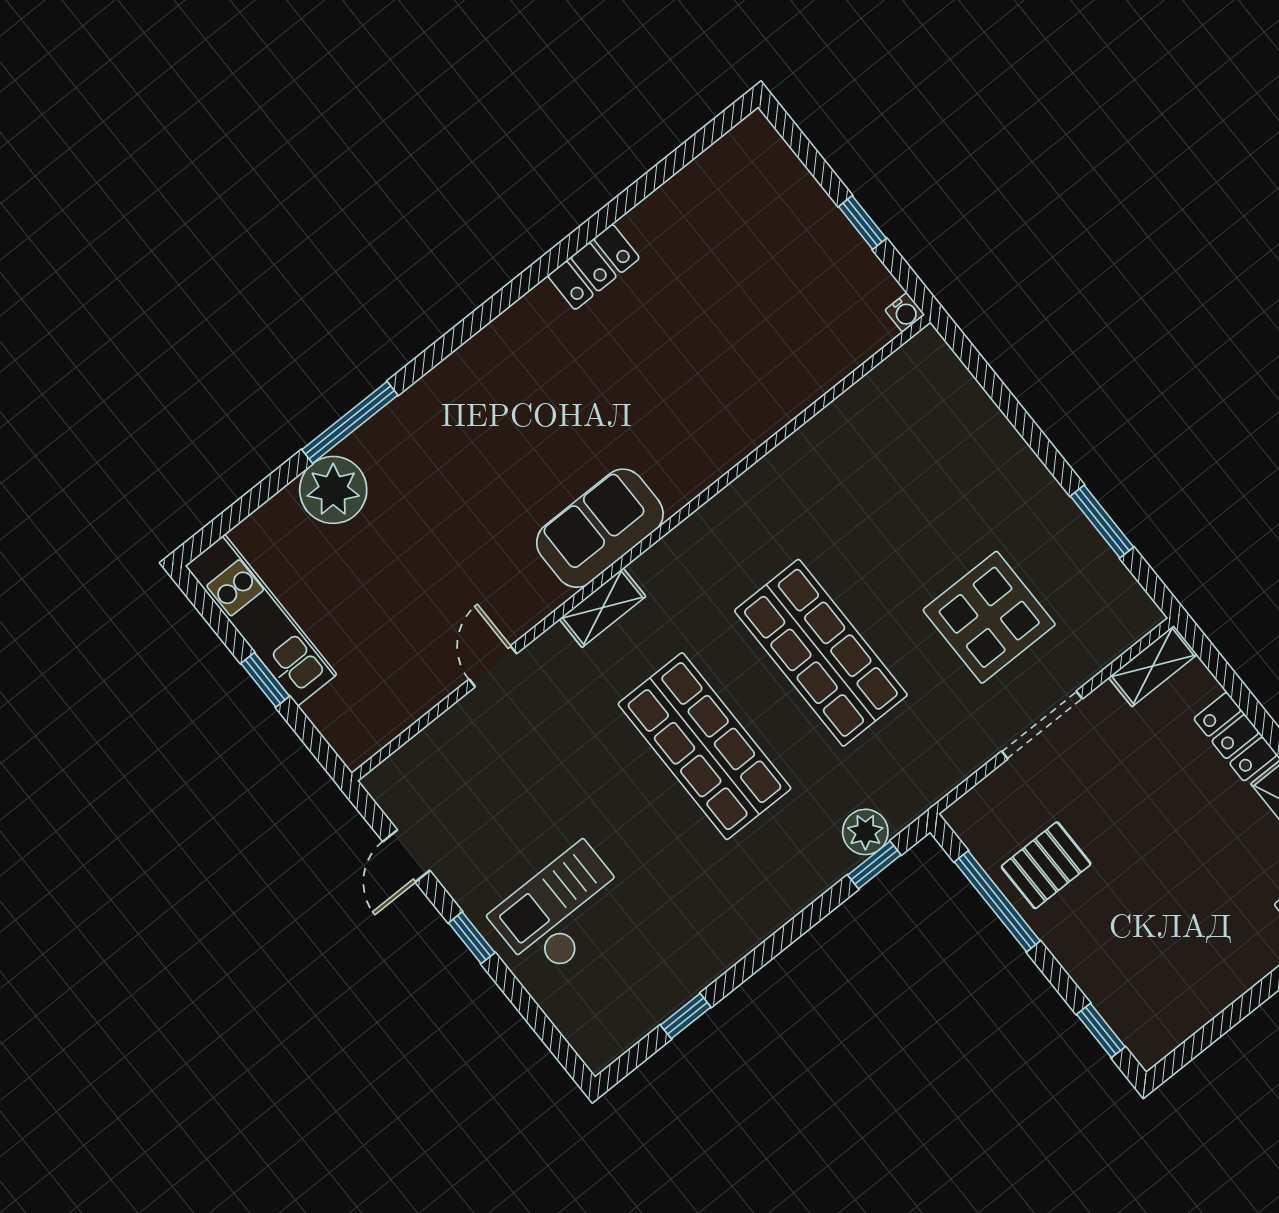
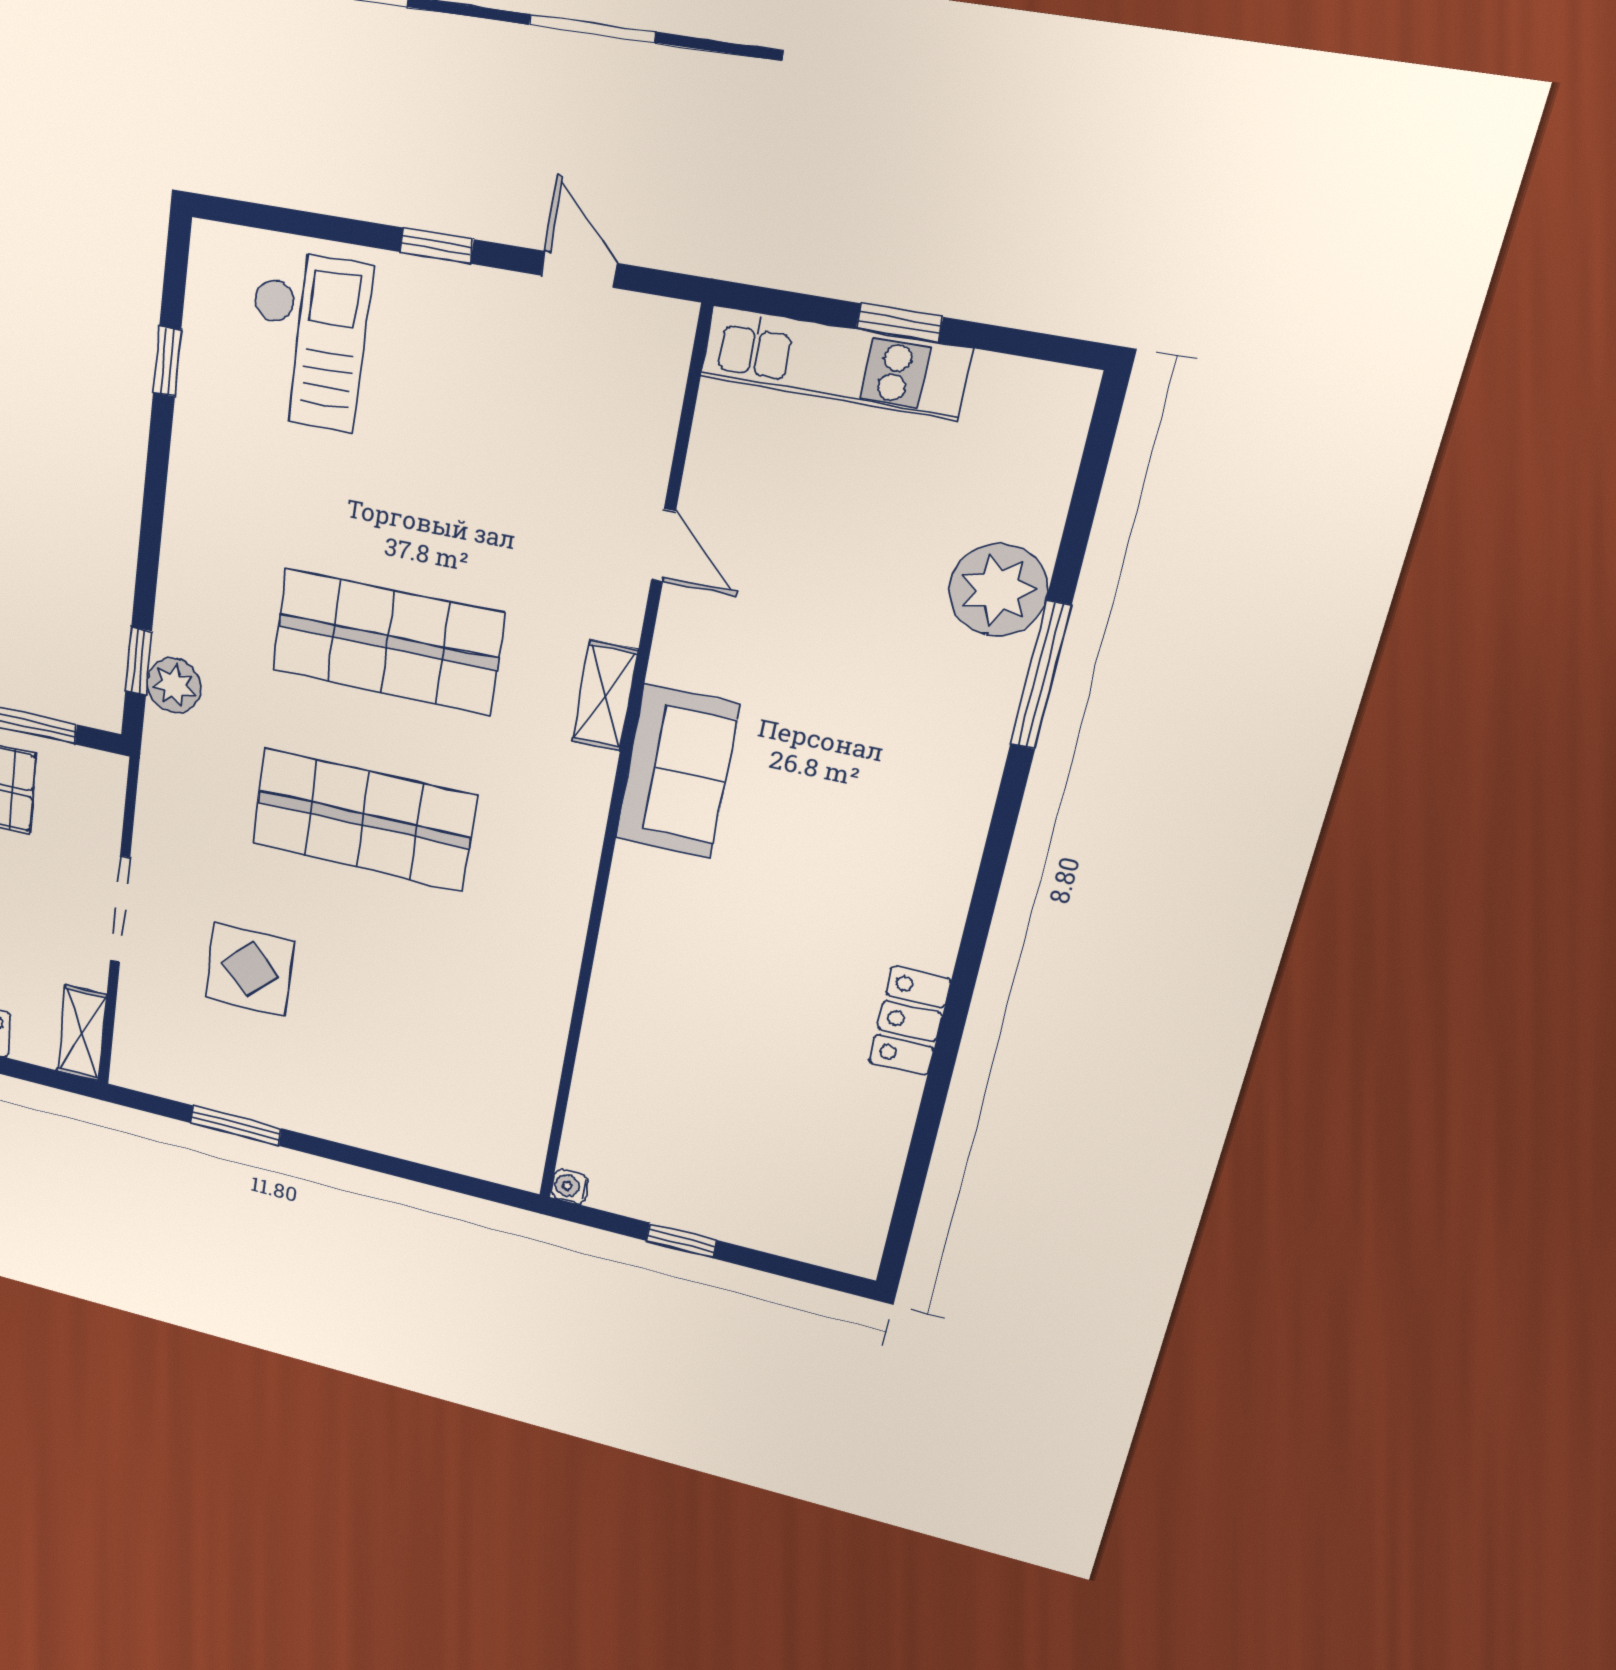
display table: (989, 617) -> (250, 969), width x0.73, depth x0.73
kitchen unit: (261, 620) -> (835, 362), moved
checkout: (562, 911) -> (307, 341), moved

